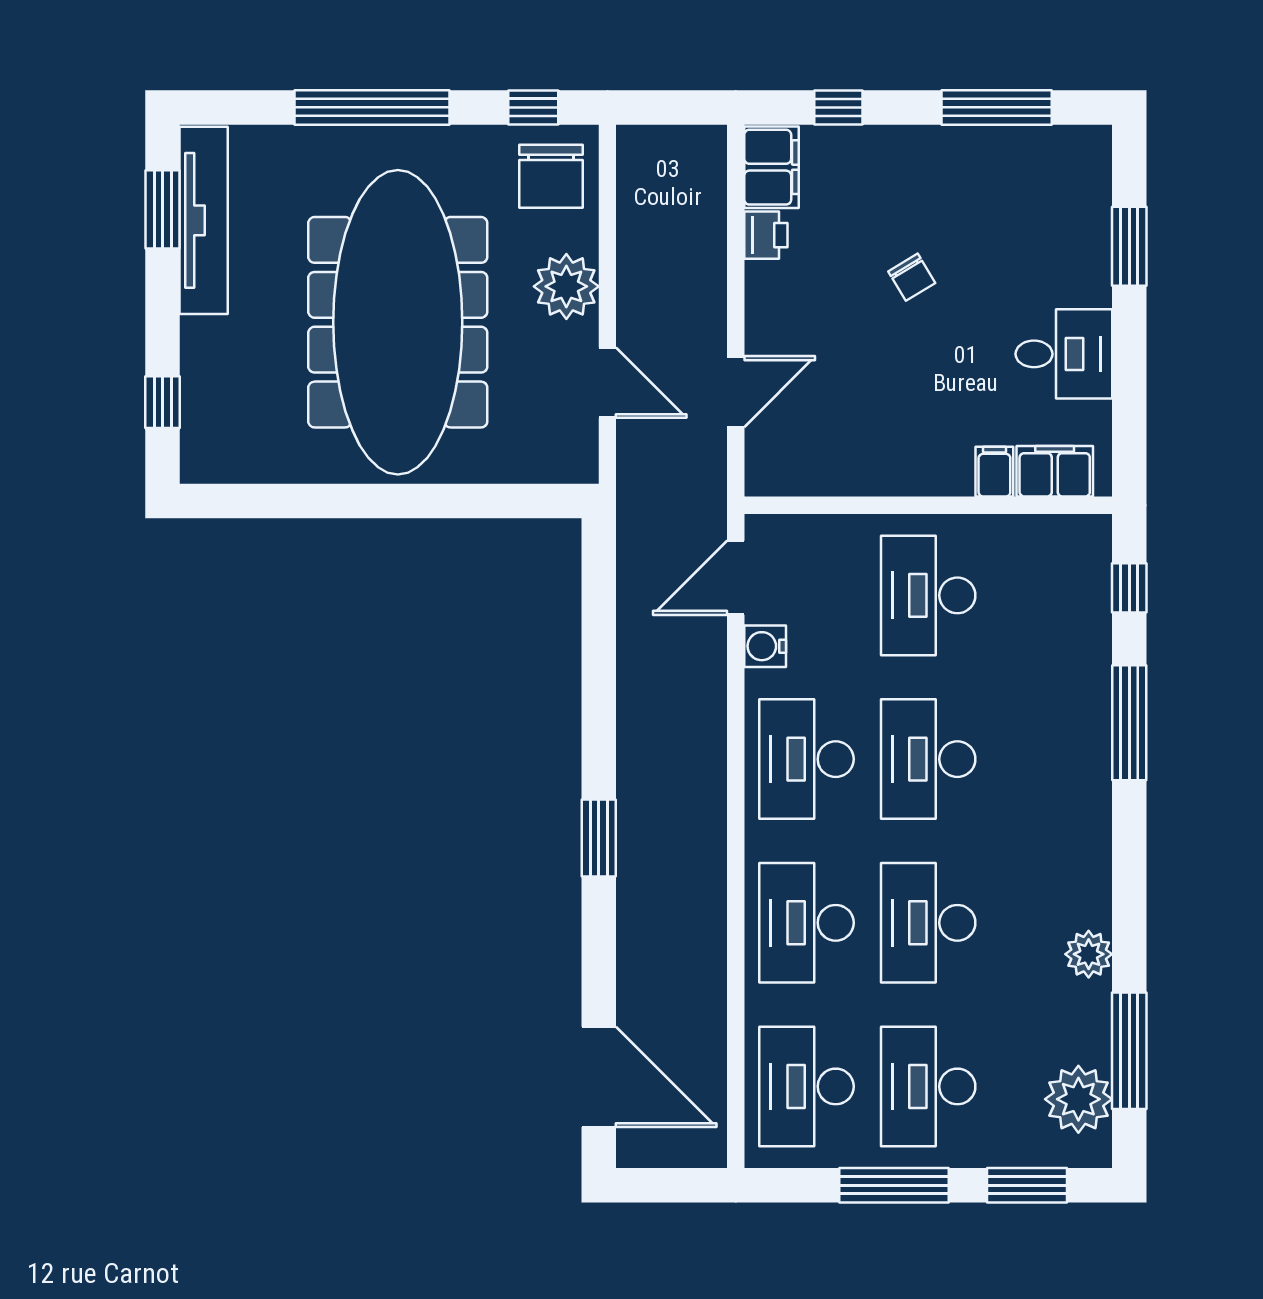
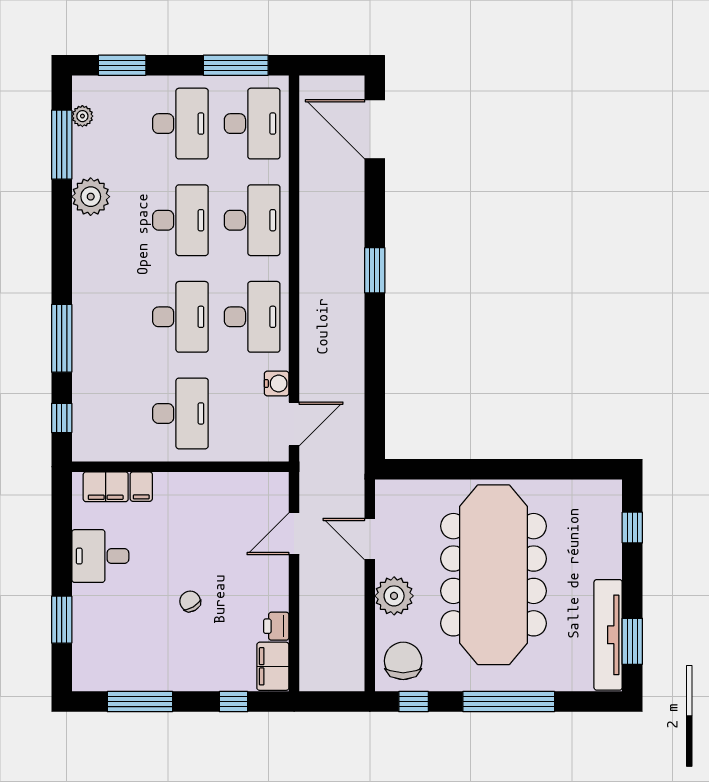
plant: (1089, 954) -> (91, 197), width x1.36, depth x1.36
plant: (1078, 1099) -> (82, 116), width x0.53, depth x0.53
window: (894, 1185) -> (236, 65), moved

